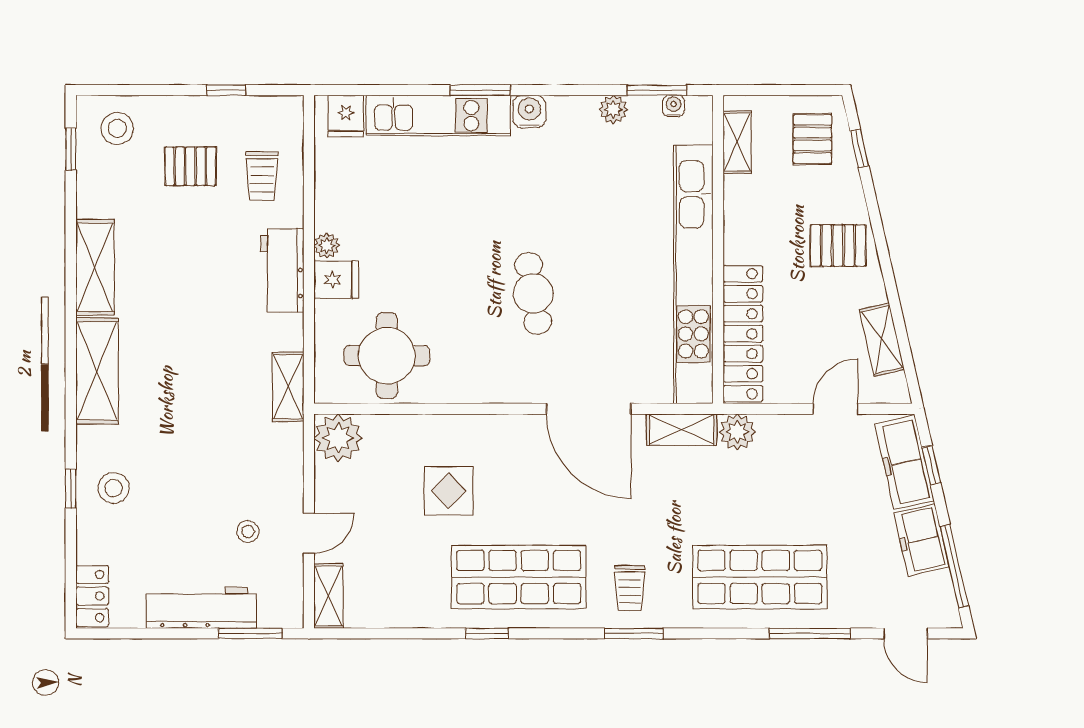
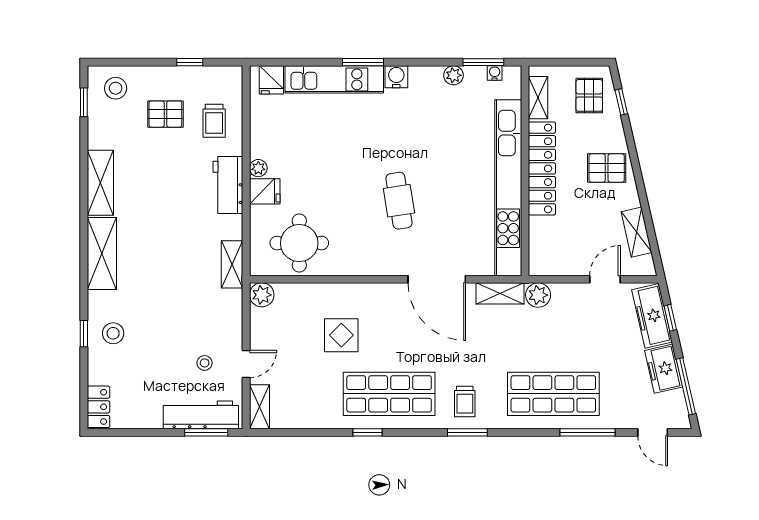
locker: (743, 334) -> (542, 168), moved
plant: (338, 438) -> (262, 295), width x0.73, depth x0.73
workbench: (201, 608) -> (201, 415), moved

